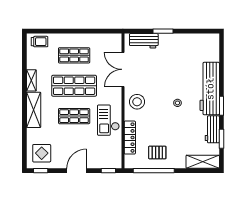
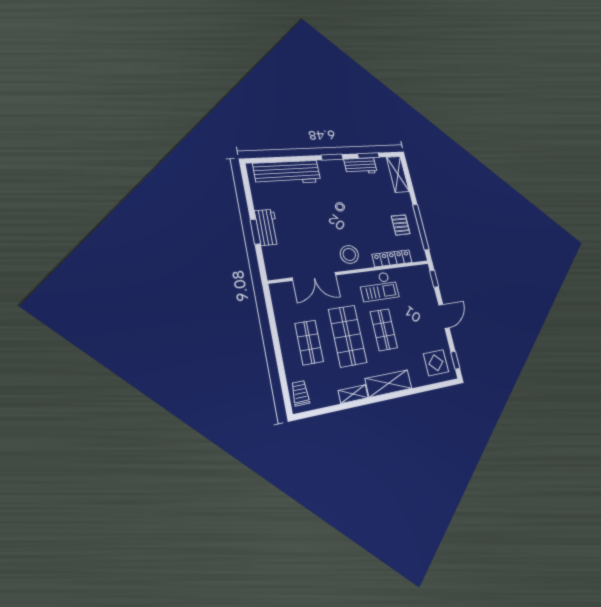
workbench: (144, 41) -> (267, 227), moved
workbench: (210, 89) -> (287, 173), moved
door: (77, 171) -> (444, 316), swing flipped

